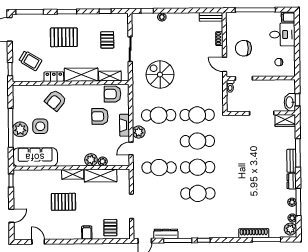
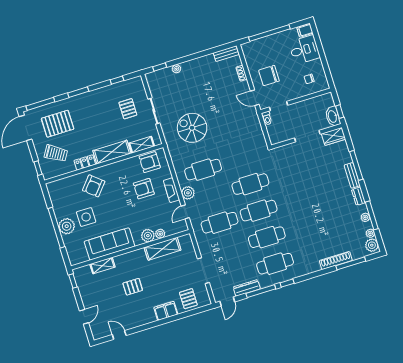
pallet: (64, 37) -> (58, 124), moved
cafe table: (197, 115) -> (275, 264), moved
sofa: (35, 157) -> (109, 244), moved
shelving: (73, 174) -> (102, 266), moved
pallet: (63, 202) -> (133, 287), width x0.67, depth x0.71
filing cabinet: (87, 233) -> (166, 311), width x2.00

